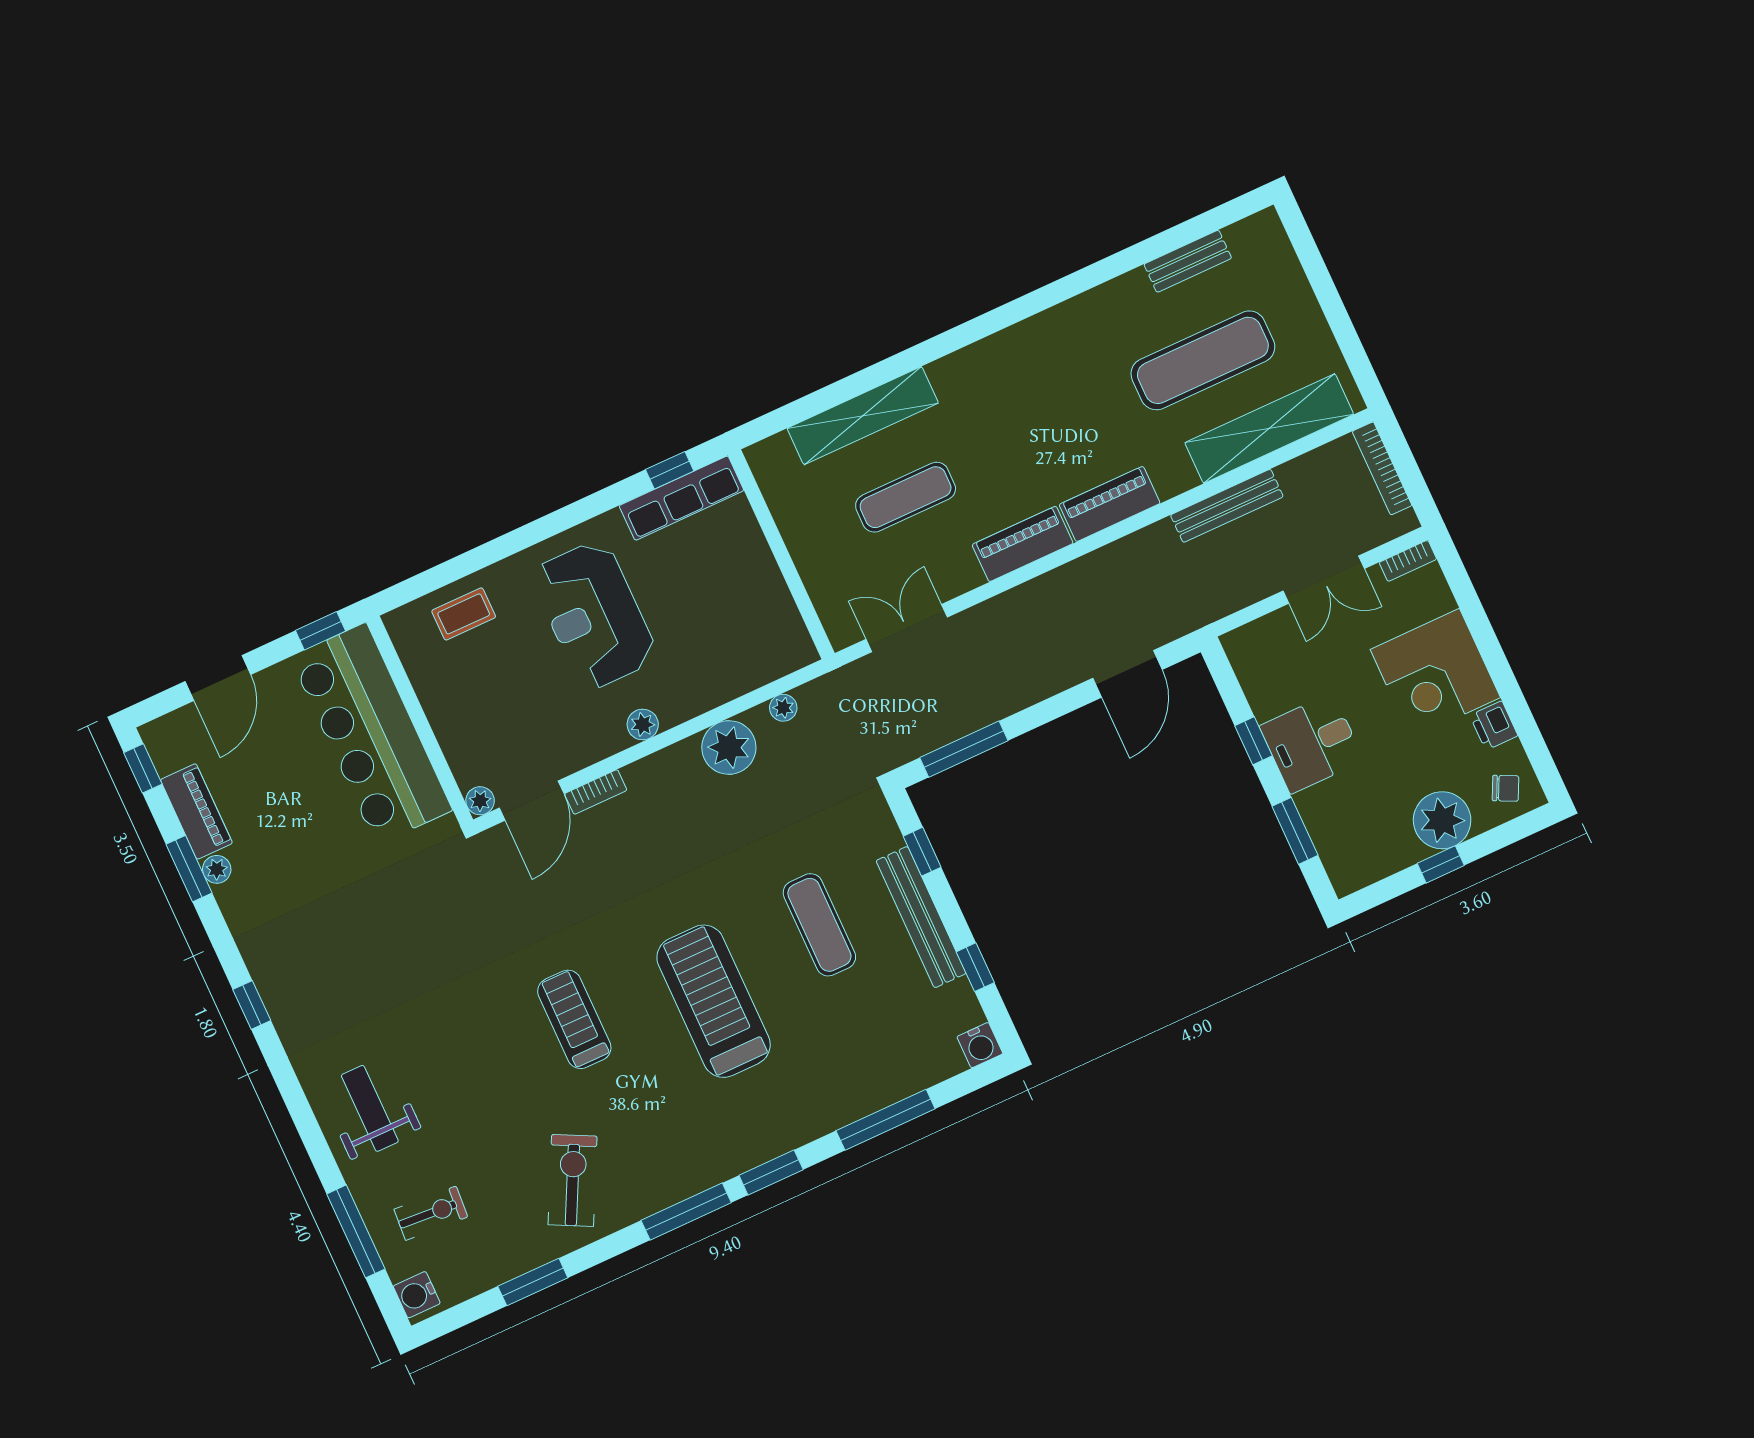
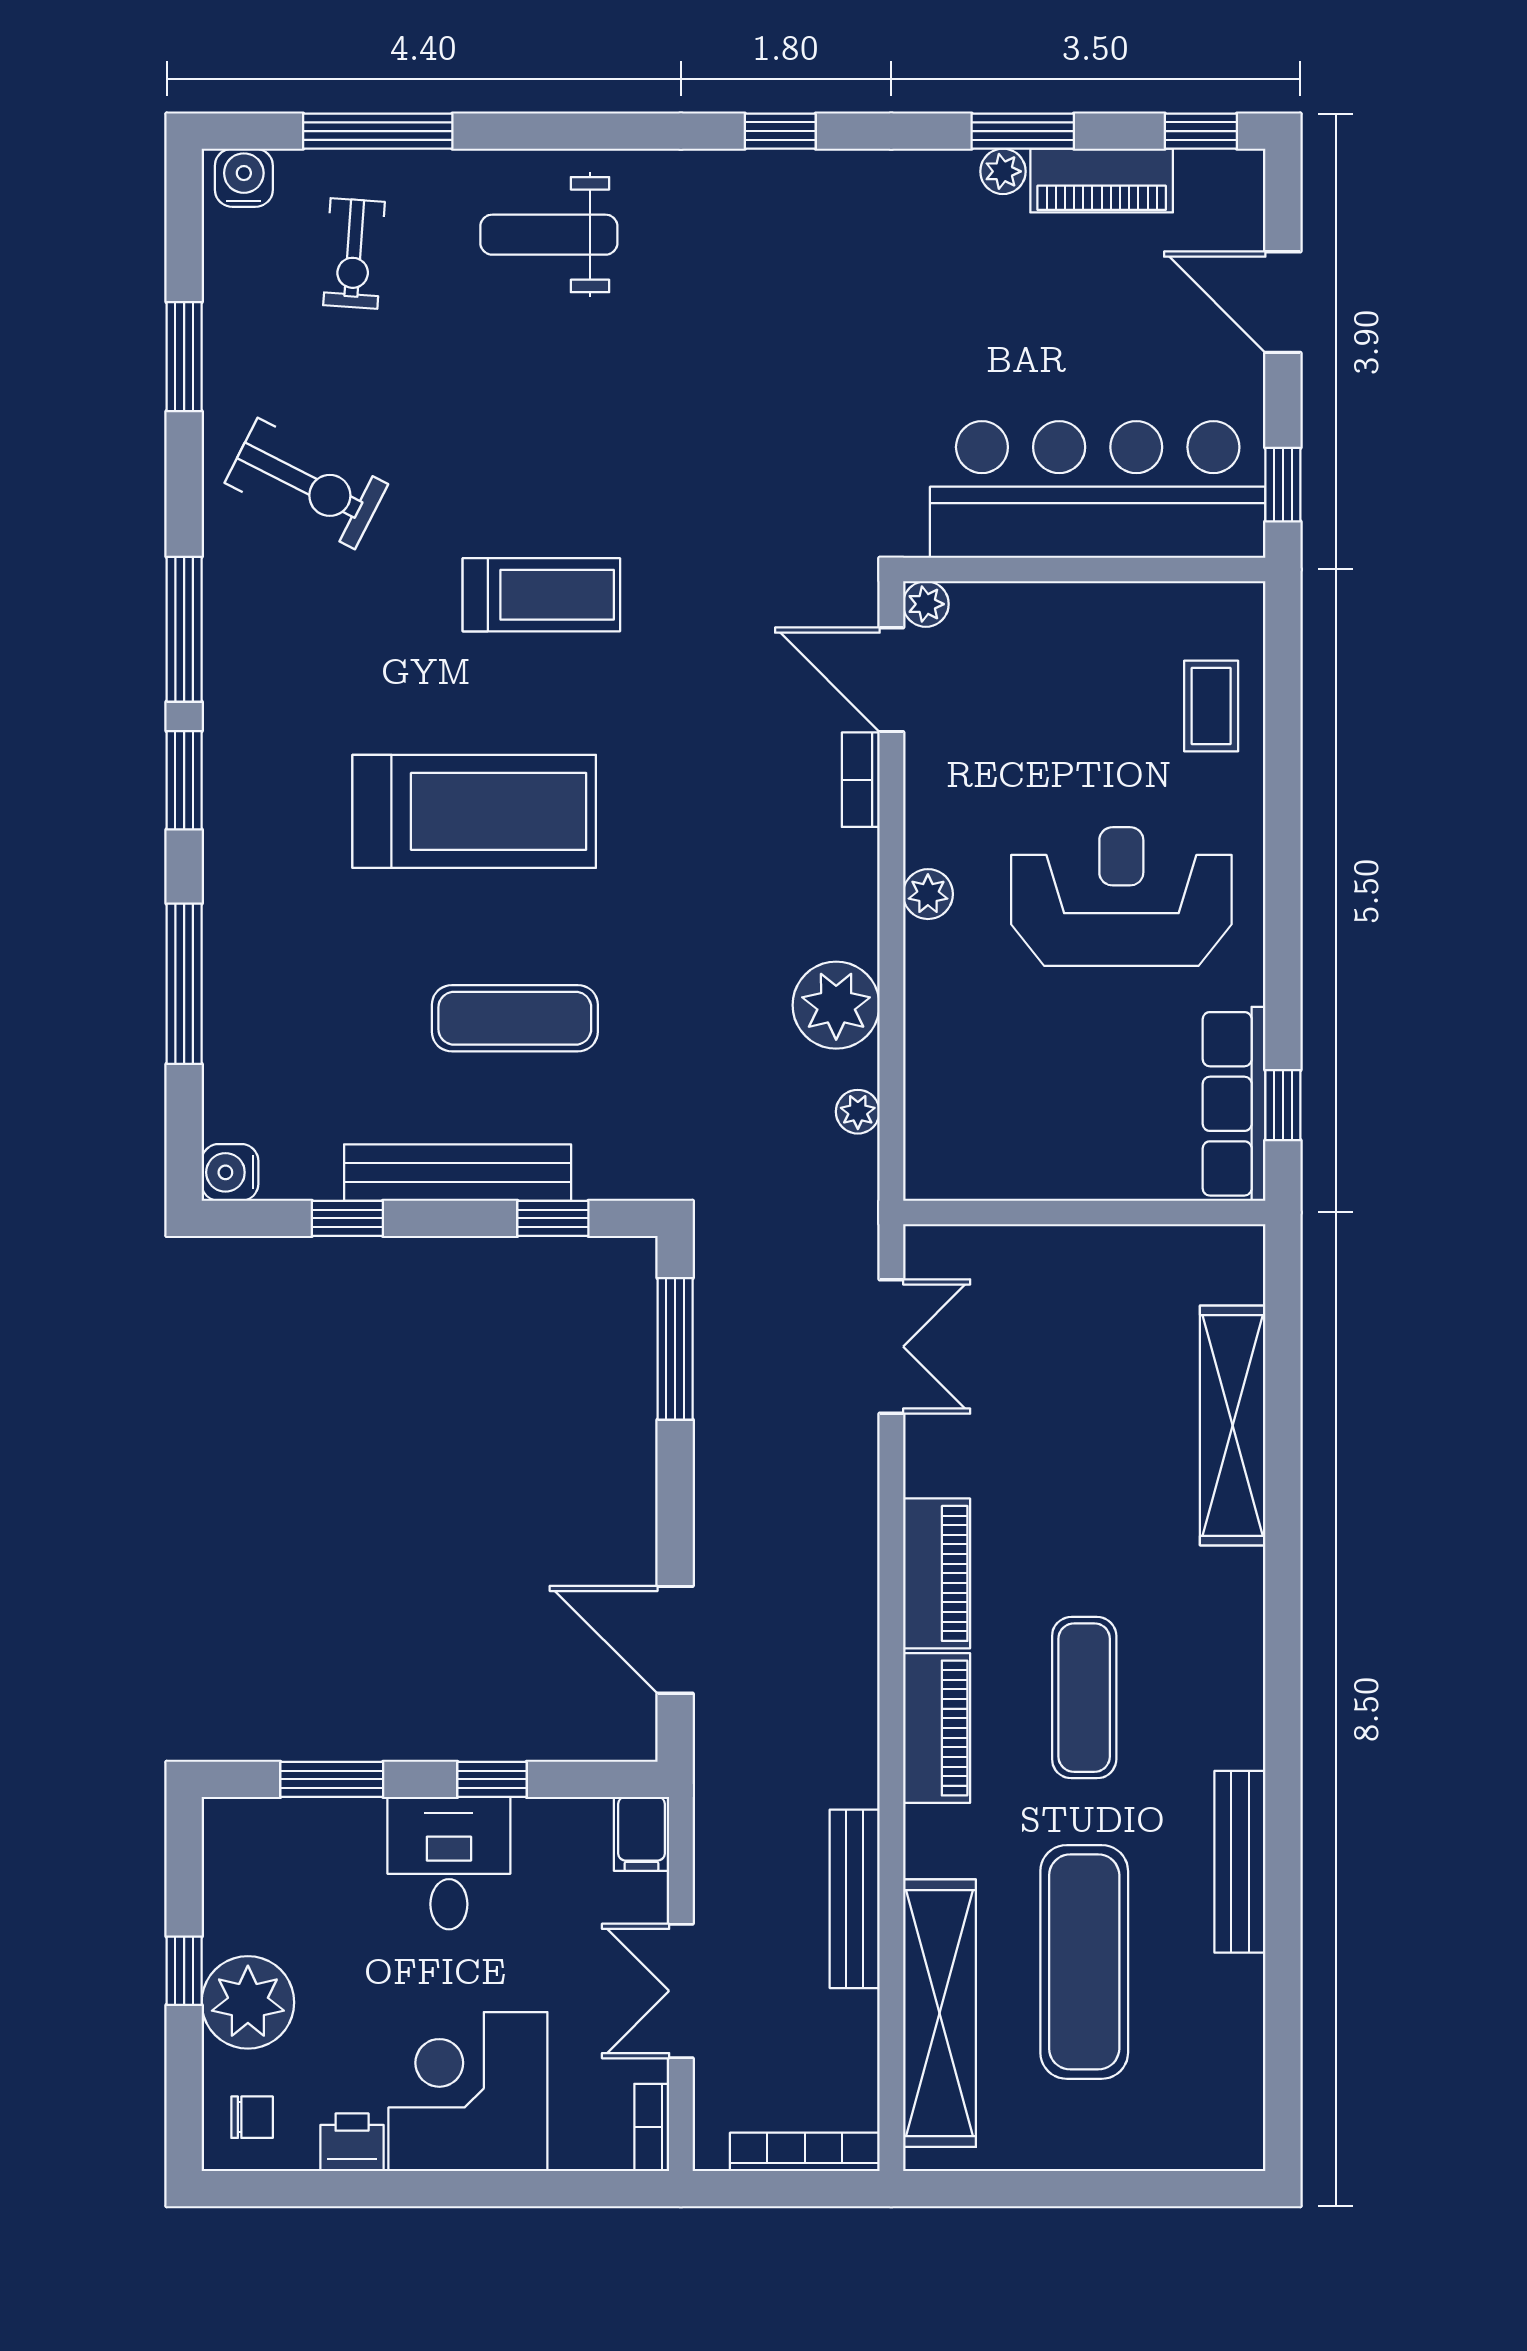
bench: (1188, 261) -> (1240, 1862), moved, width x1.36
exercise mat: (906, 497) -> (1084, 1698), moved
filing cabinet: (1245, 643) -> (641, 1834), added
chair: (1506, 788) -> (252, 2117), turned -116
weight bench: (370, 1108) -> (549, 235), turned 180

